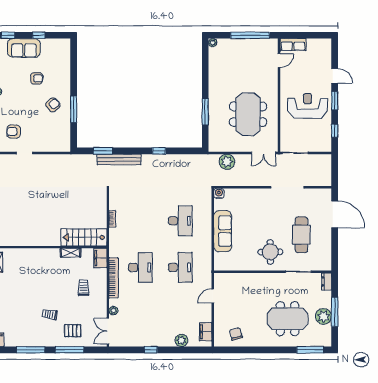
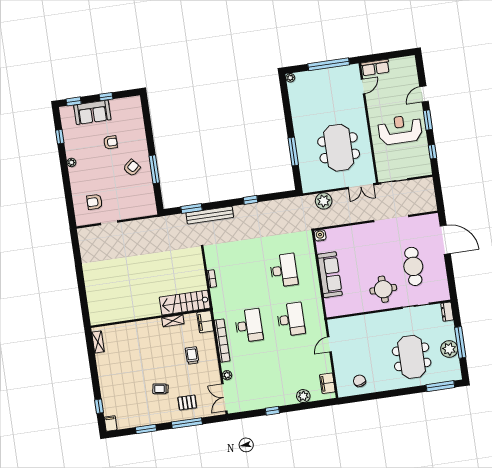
door: (335, 76) -> (424, 94), swing flipped
meeting table: (287, 319) -> (412, 357), turned 90
window: (31, 350) -> (146, 429), width x0.69

